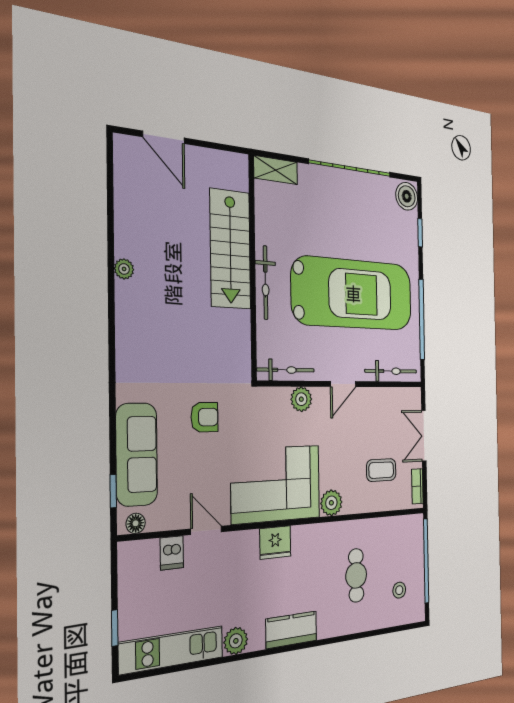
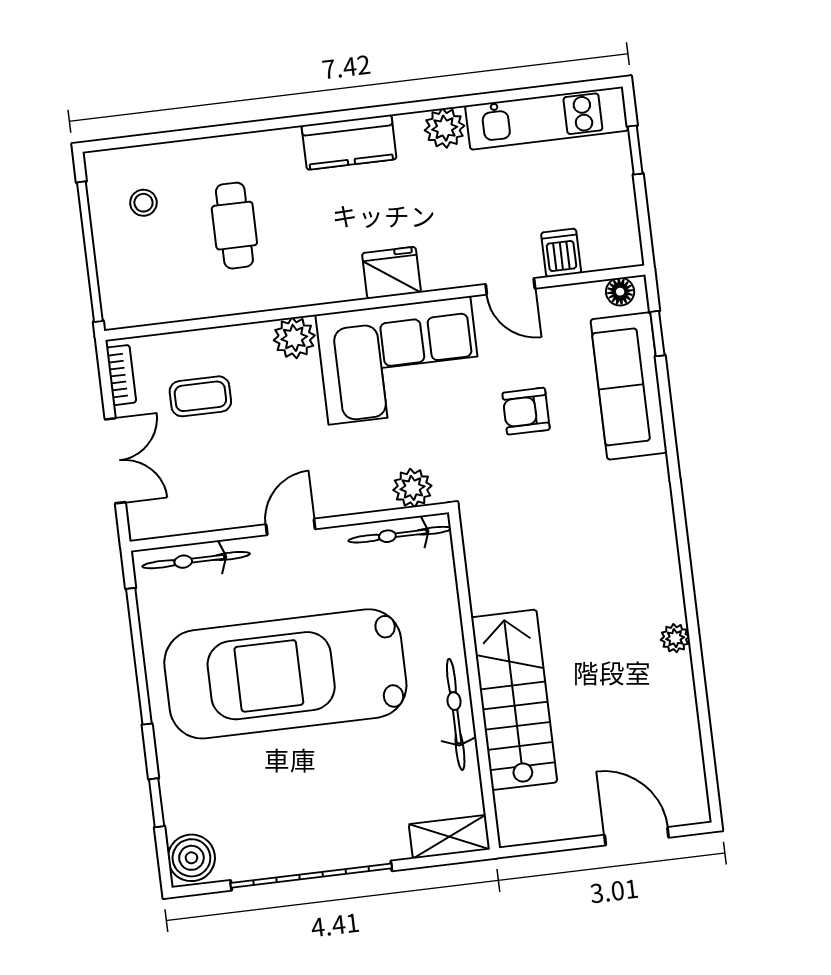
bicycle: (265, 283) -> (456, 714), moved
plant: (301, 399) -> (412, 488), moved
armchair: (205, 417) -> (526, 411), moved

